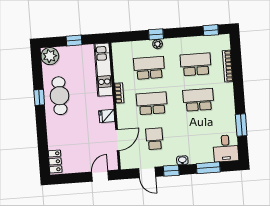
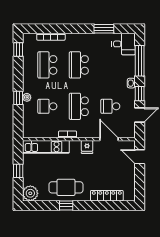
school desk: (149, 68) -> (47, 106), width x0.54
locker: (55, 161) -> (107, 196), moved, width x1.53
window: (208, 168) -> (140, 61), width x1.44

